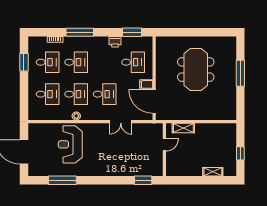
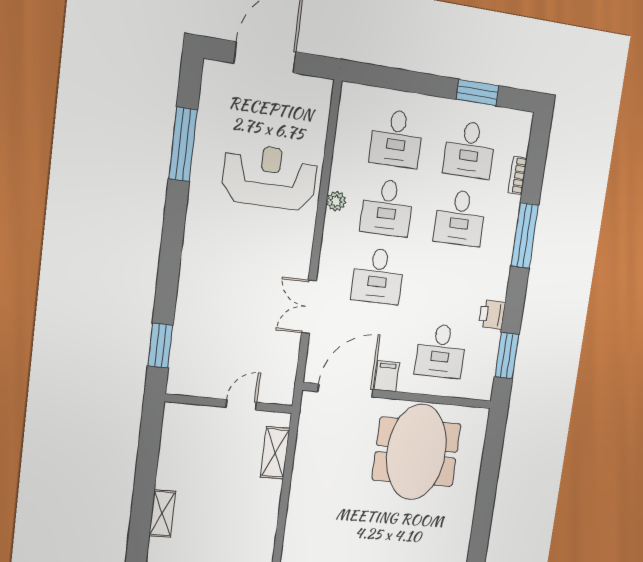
meeting table: (196, 70) -> (416, 452), moved, turned 90
door: (164, 145) -> (241, 405), swing flipped

